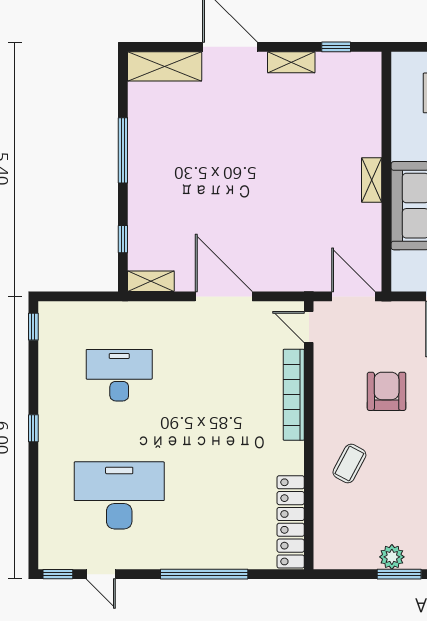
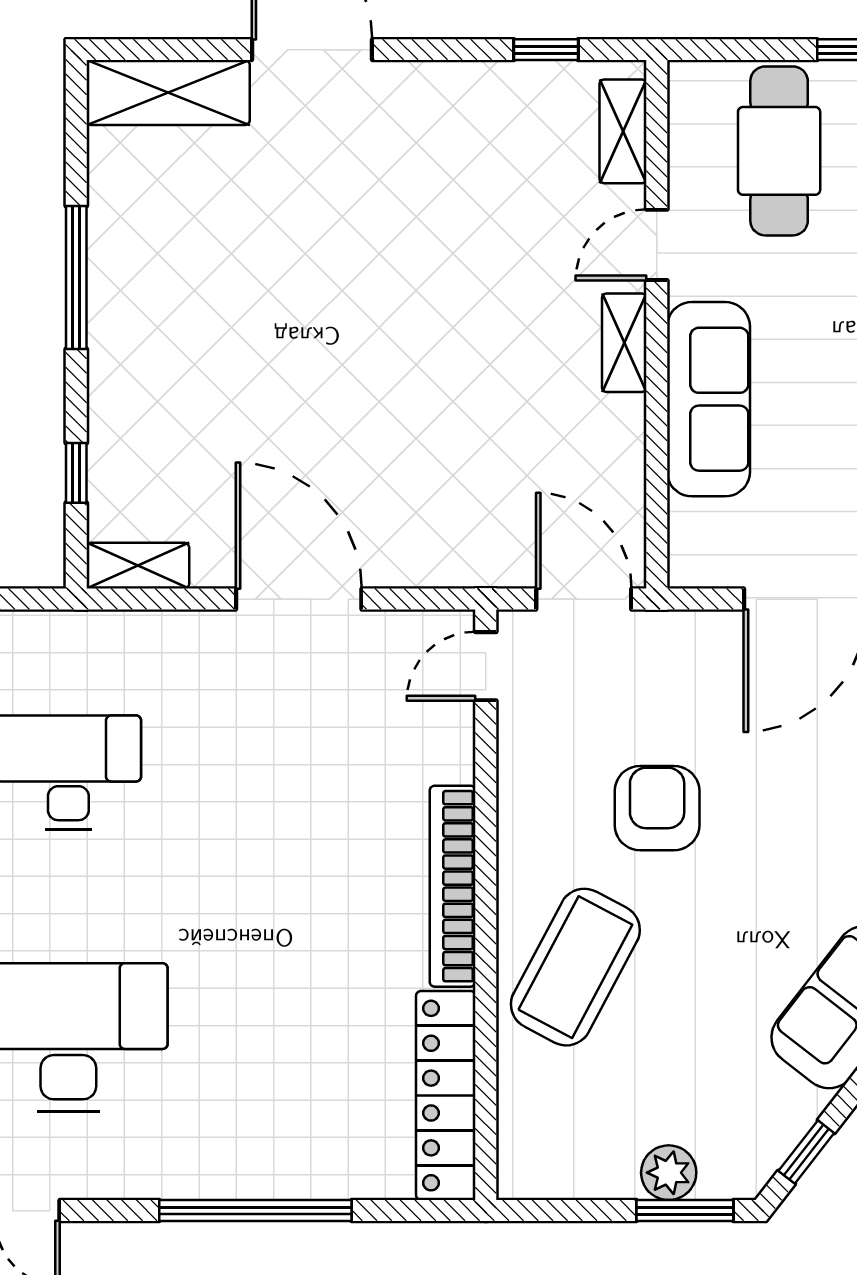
shelving: (291, 62) -> (623, 131), moved, turned 90
door: (386, 136) -> (657, 245), added
door: (309, 327) -> (486, 666), hinge flipped
bookcase: (294, 395) -> (453, 886), moved
coffee table: (349, 464) -> (575, 967), width x1.86, depth x1.72

